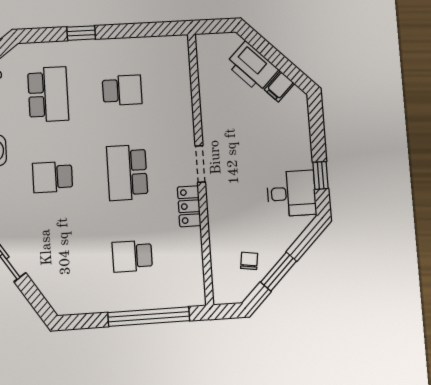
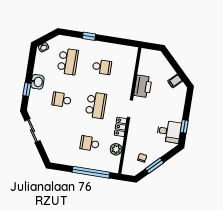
printer: (252, 67) -> (143, 86), moved, turned -135
school desk: (127, 173) -> (96, 105), turned 180
plant: (191, 256) -> (116, 149), added

